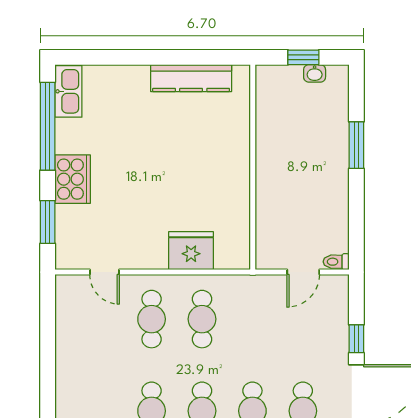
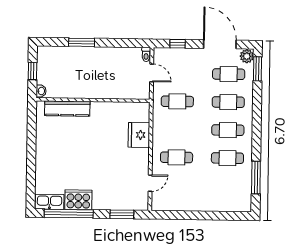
washbasin: (315, 73) -> (41, 91), moved
kitchen counter: (191, 78) -> (67, 109), moved, turned 90
cooker: (73, 179) -> (78, 200), moved
cafe table: (202, 319) -> (177, 101), moved
window: (356, 339) -> (178, 44), moved

